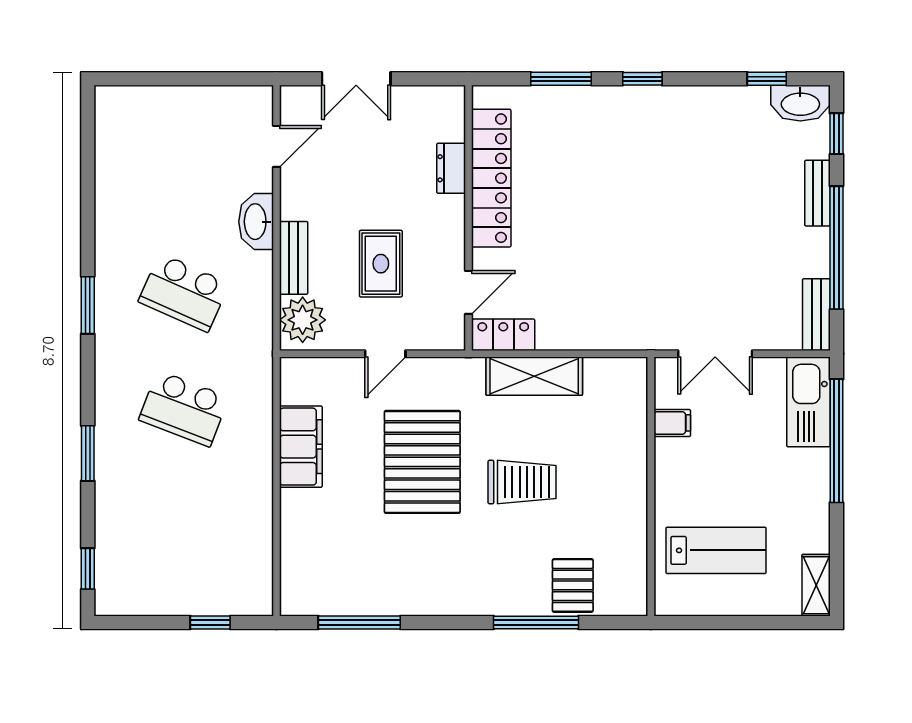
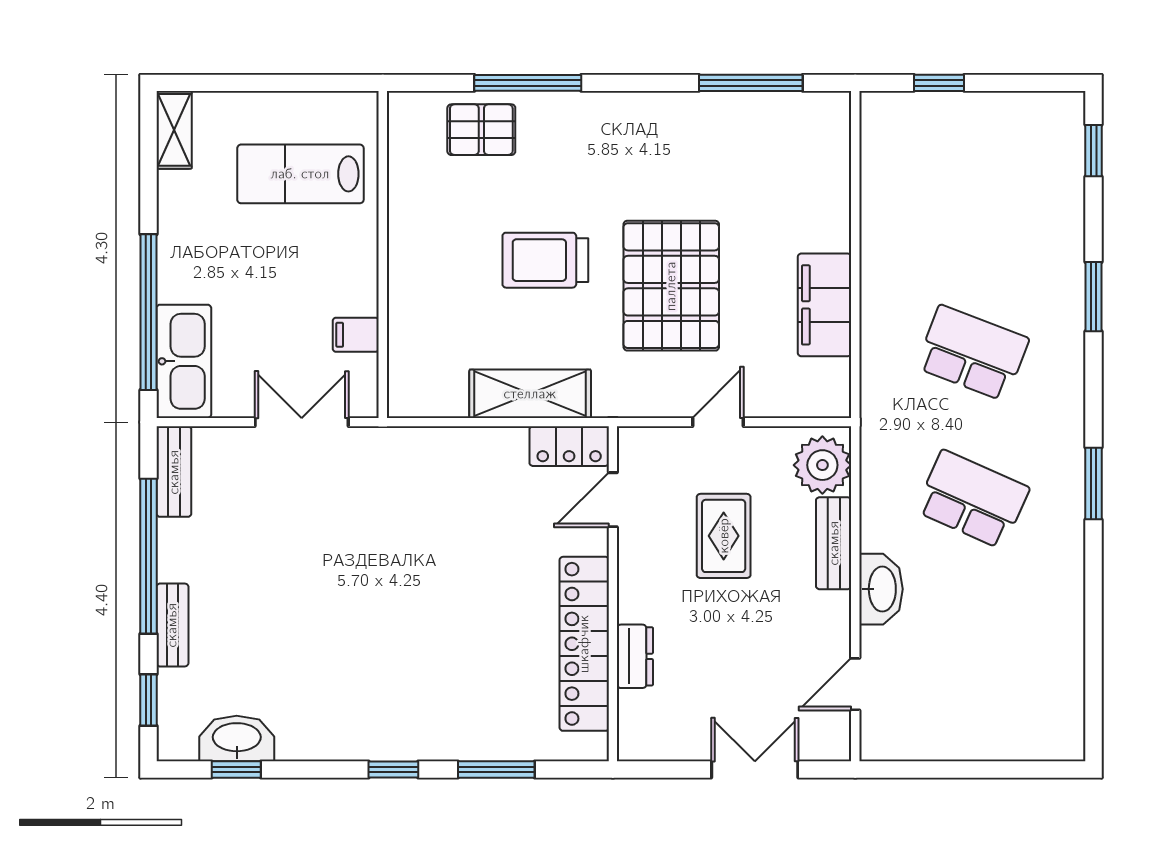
washbasin: (800, 103) -> (237, 739), moved
pallet: (573, 585) -> (481, 130), turned 90

